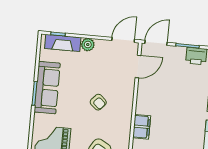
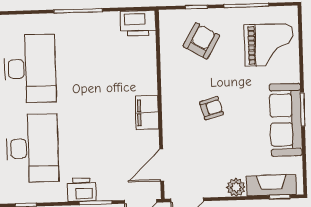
armchair: (98, 102) -> (211, 108), turned 122
filing cabinet: (142, 127) -> (147, 112), moved

